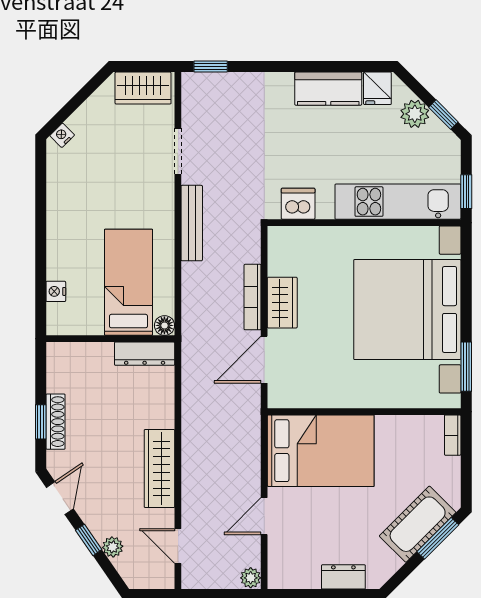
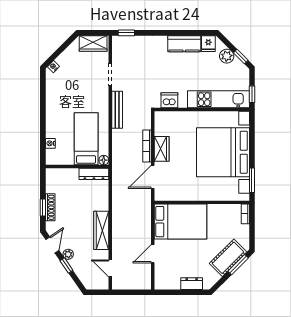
plant: (113, 547) -> (68, 254), moved
plant: (251, 578) -> (146, 284), removed

